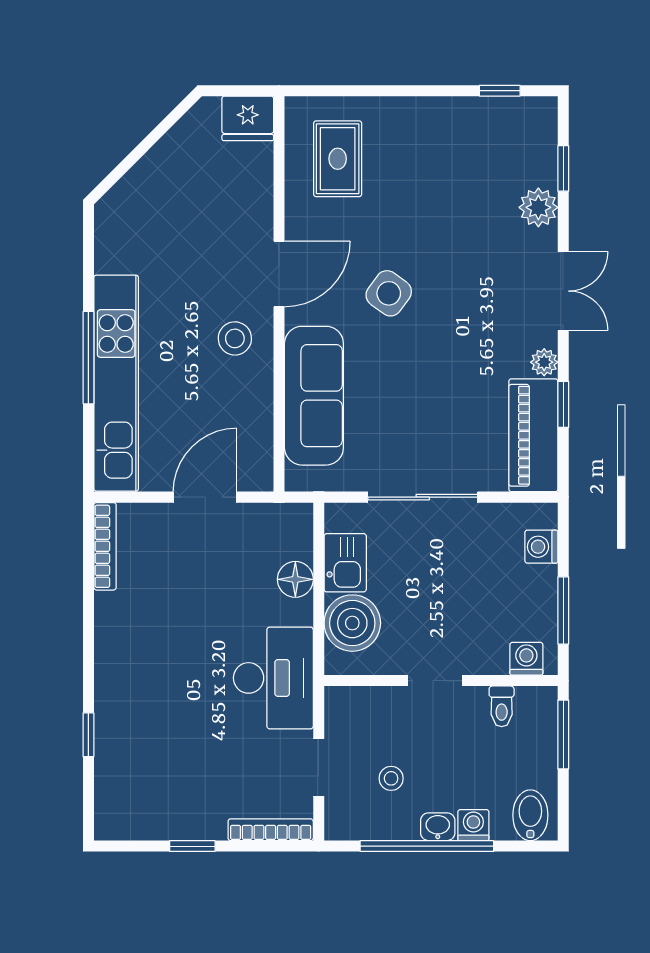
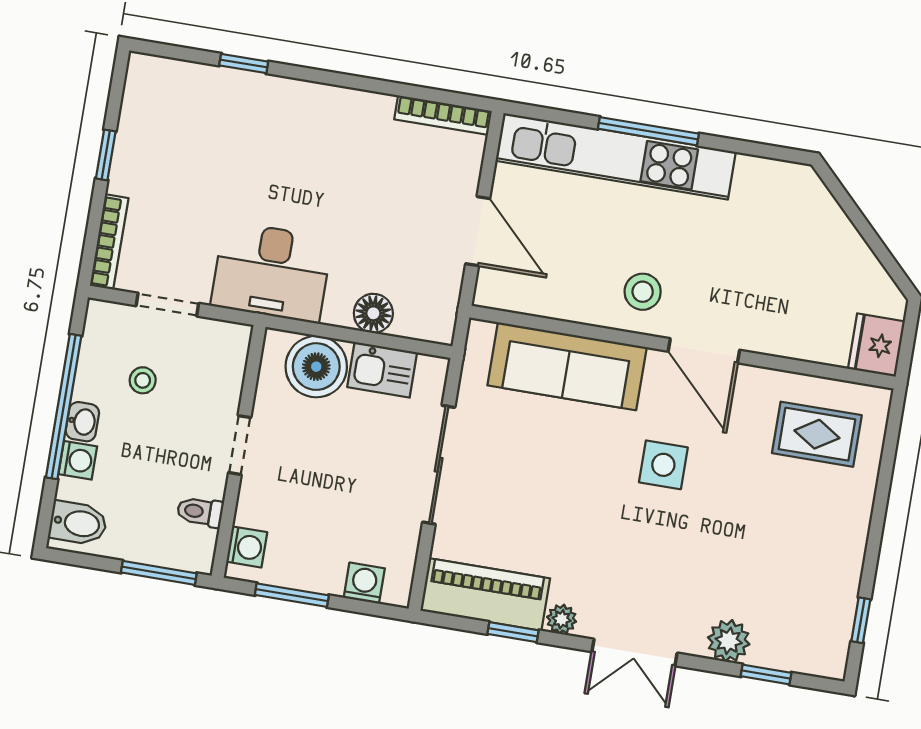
side table: (389, 293) -> (663, 465), turned -36

